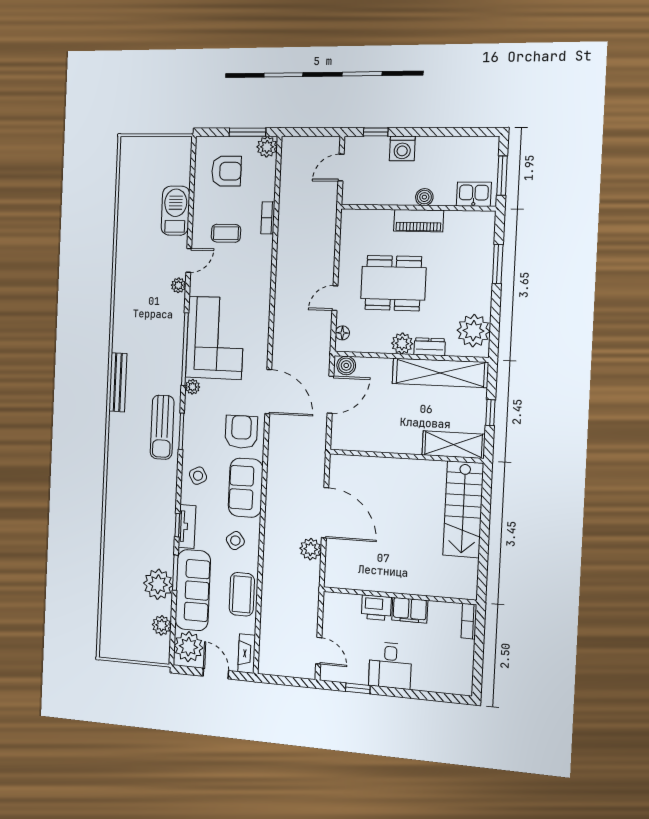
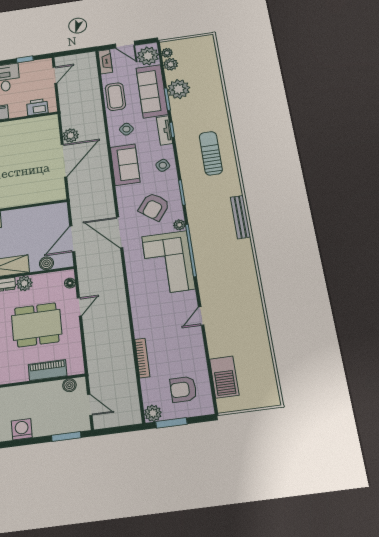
window: (376, 132) -> (66, 436), width x1.50
washing machine: (402, 148) -> (22, 429), moved
door: (341, 168) -> (90, 405), hinge flipped
boiler: (424, 197) -> (69, 385), moved
barbecue: (175, 211) -> (224, 377), moved
bookcase: (268, 218) -> (142, 358), width x1.56
piano: (419, 221) -> (48, 370), moved
coffee table: (226, 233) -> (174, 341), removed
plant: (178, 285) -> (167, 53), moved
boiler: (346, 365) -> (47, 263), moved
sun lounger: (162, 427) -> (211, 153), moved
armchair: (241, 432) -> (154, 207), moved, turned 37
door: (325, 513) -> (64, 161), swing flipped
printer: (376, 608) -> (37, 107), moved
door: (319, 651) -> (55, 75), swing flipped

